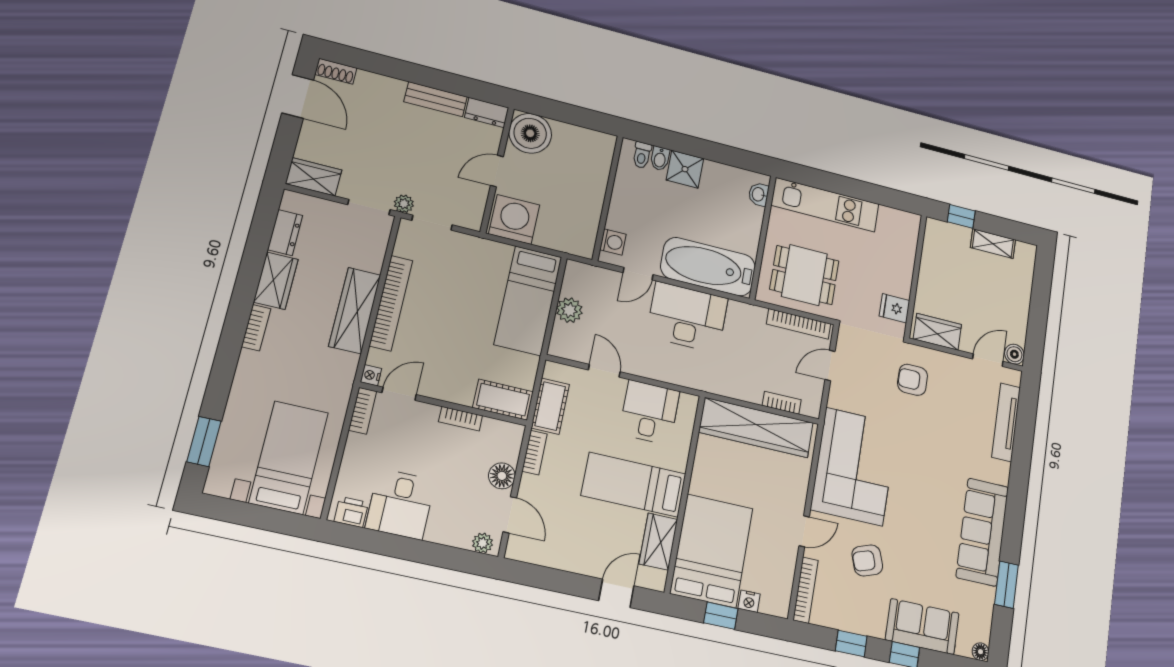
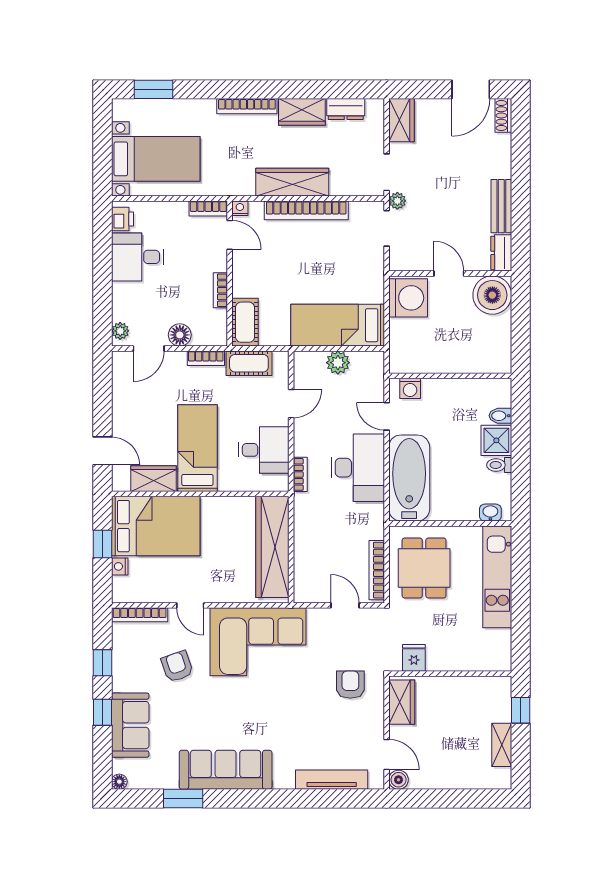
toilet: (642, 155) -> (499, 465), moved
bookcase: (256, 328) -> (247, 106), width x1.56
bookcase: (782, 403) -> (300, 474), moved

